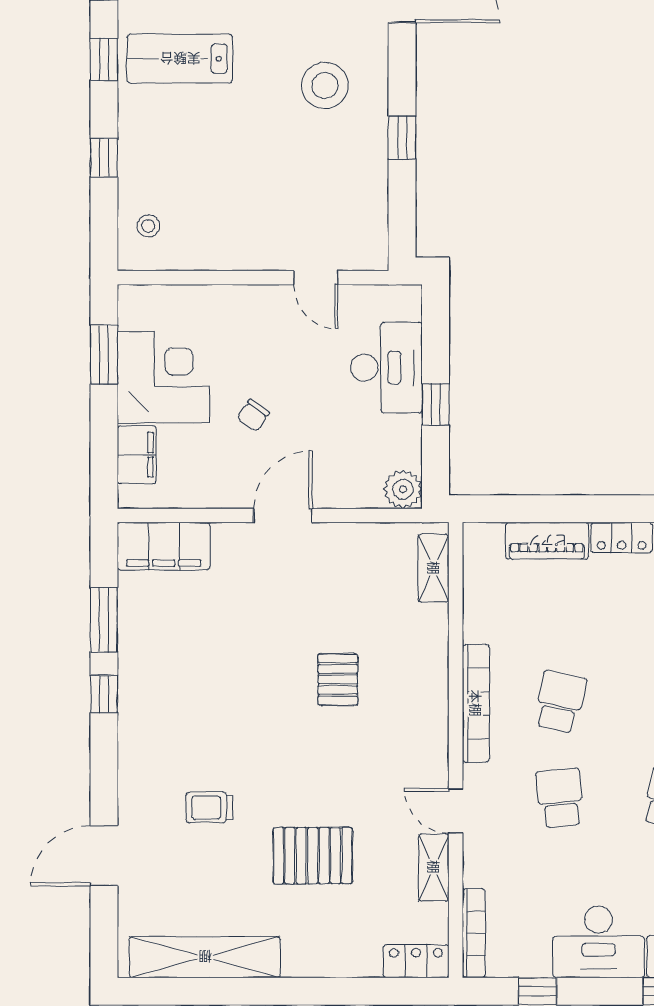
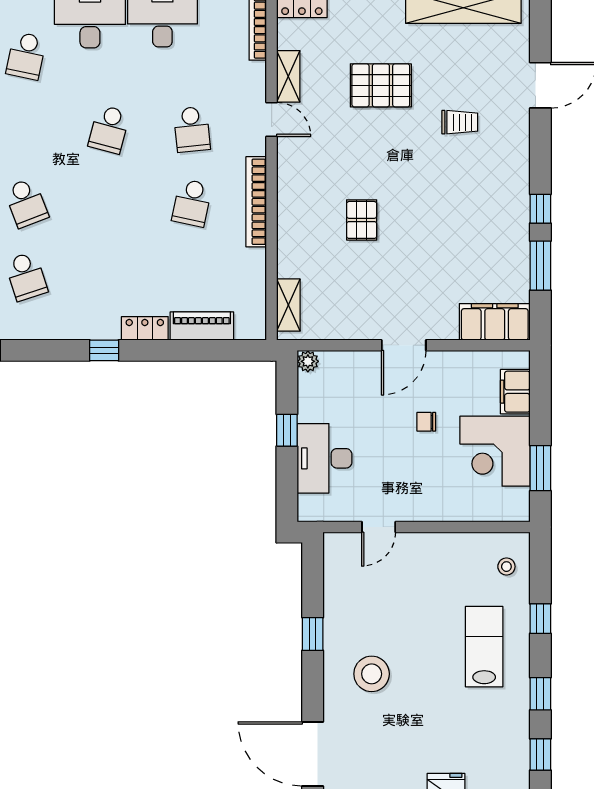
lab bench: (180, 59) -> (484, 647), moved, turned -90
door: (316, 278) -> (379, 527), swing flipped
chair: (253, 415) -> (426, 422), turned -125
plant: (403, 489) -> (308, 361), width x0.73, depth x0.73

